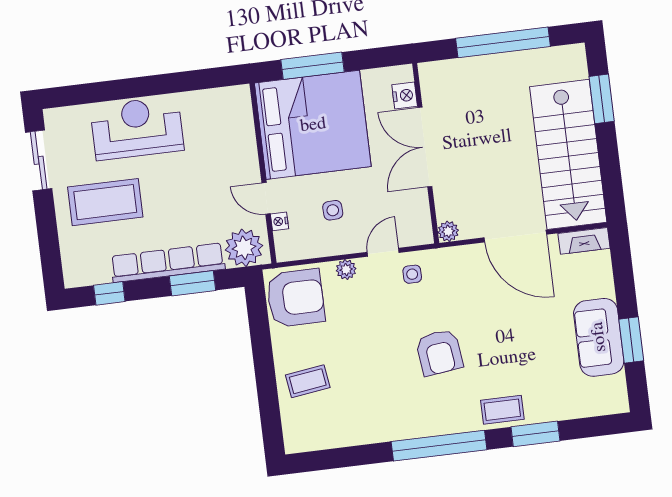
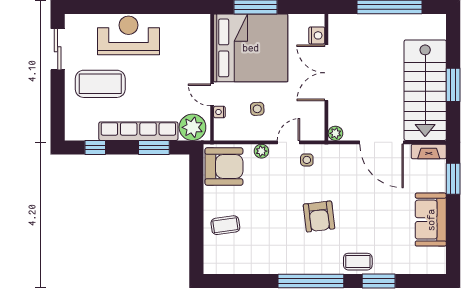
window: (602, 99) -> (453, 85), moved
window: (631, 340) -> (453, 179), moved

